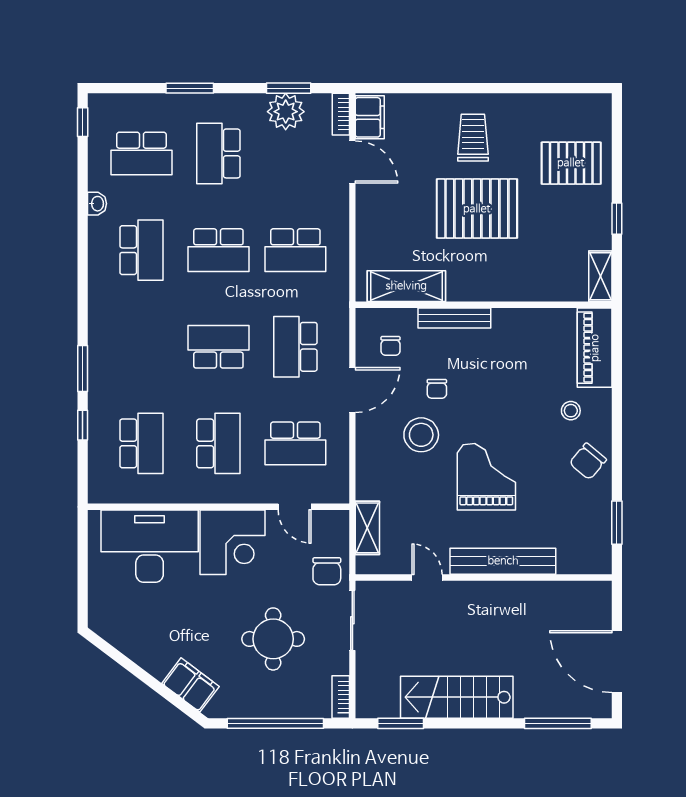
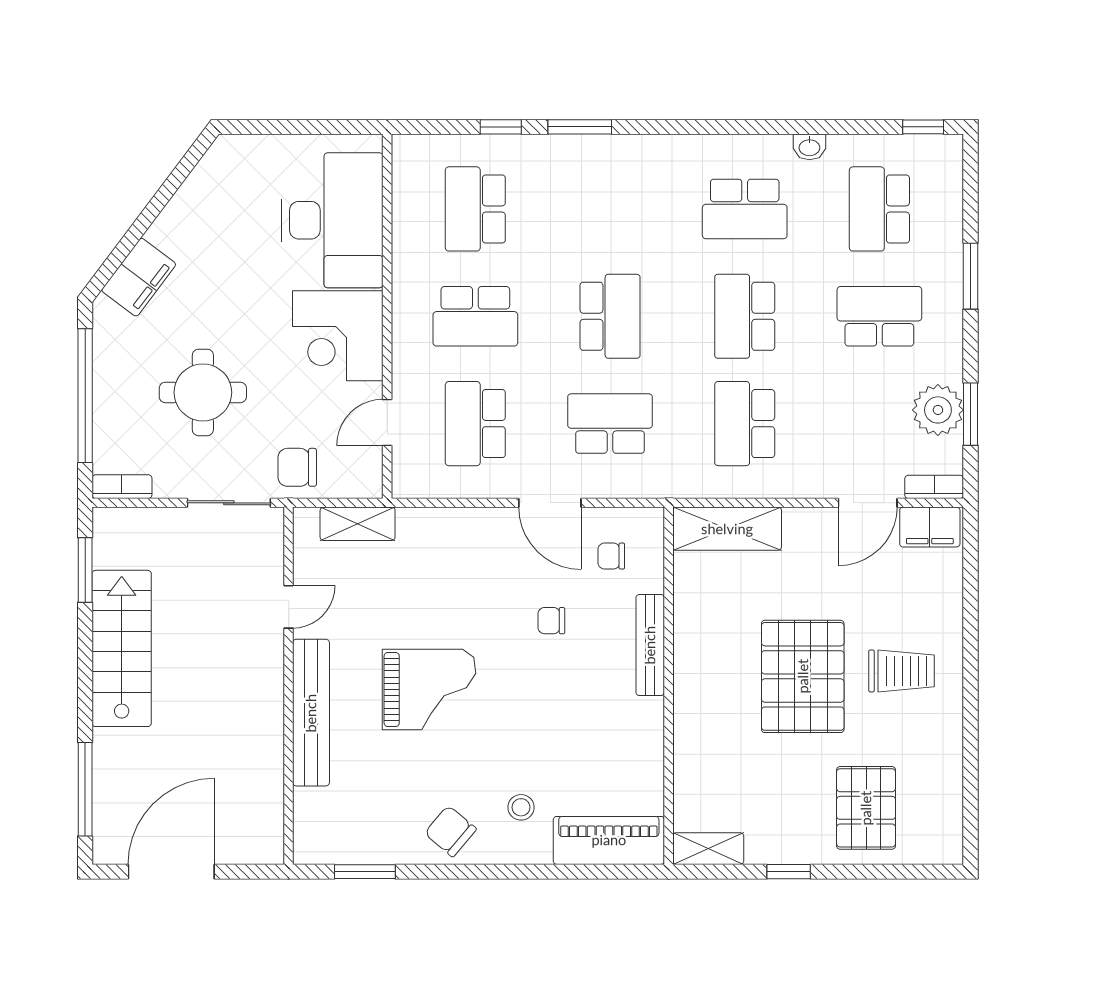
shelving: (406, 286) -> (727, 529), moved, turned 90
stool: (421, 435) -> (487, 599), removed
school desk: (141, 443) -> (475, 209), turned 90

